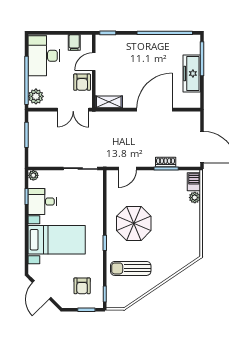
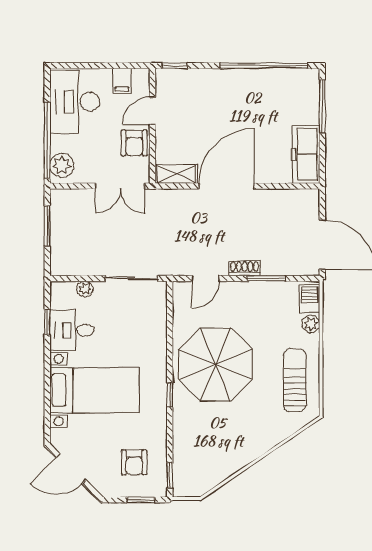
freezer: (192, 73) -> (306, 154), moved
door: (154, 110) -> (227, 186), moved
shoe rack: (166, 162) -> (245, 268), moved
plant: (33, 175) -> (85, 289), moved
parasol: (134, 223) -> (215, 364), width x1.36, depth x1.36
sun lounger: (131, 268) -> (295, 380), moved, turned 90
door: (42, 290) -> (71, 469), hinge flipped

